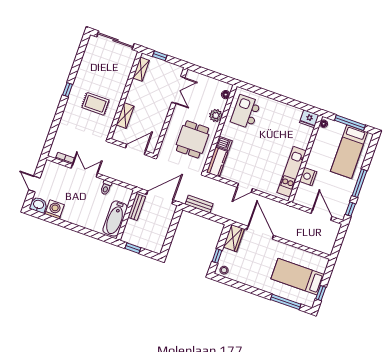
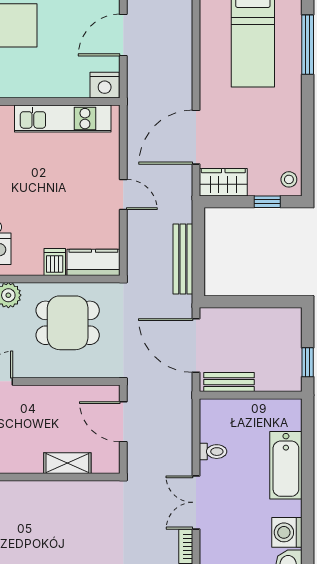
rug: (95, 104) -> (65, 525), removed
nightstand: (308, 177) -> (105, 85), moved
bench: (199, 204) -> (183, 259), width x1.36
bathtub: (115, 219) -> (286, 465), moved, turned 90

